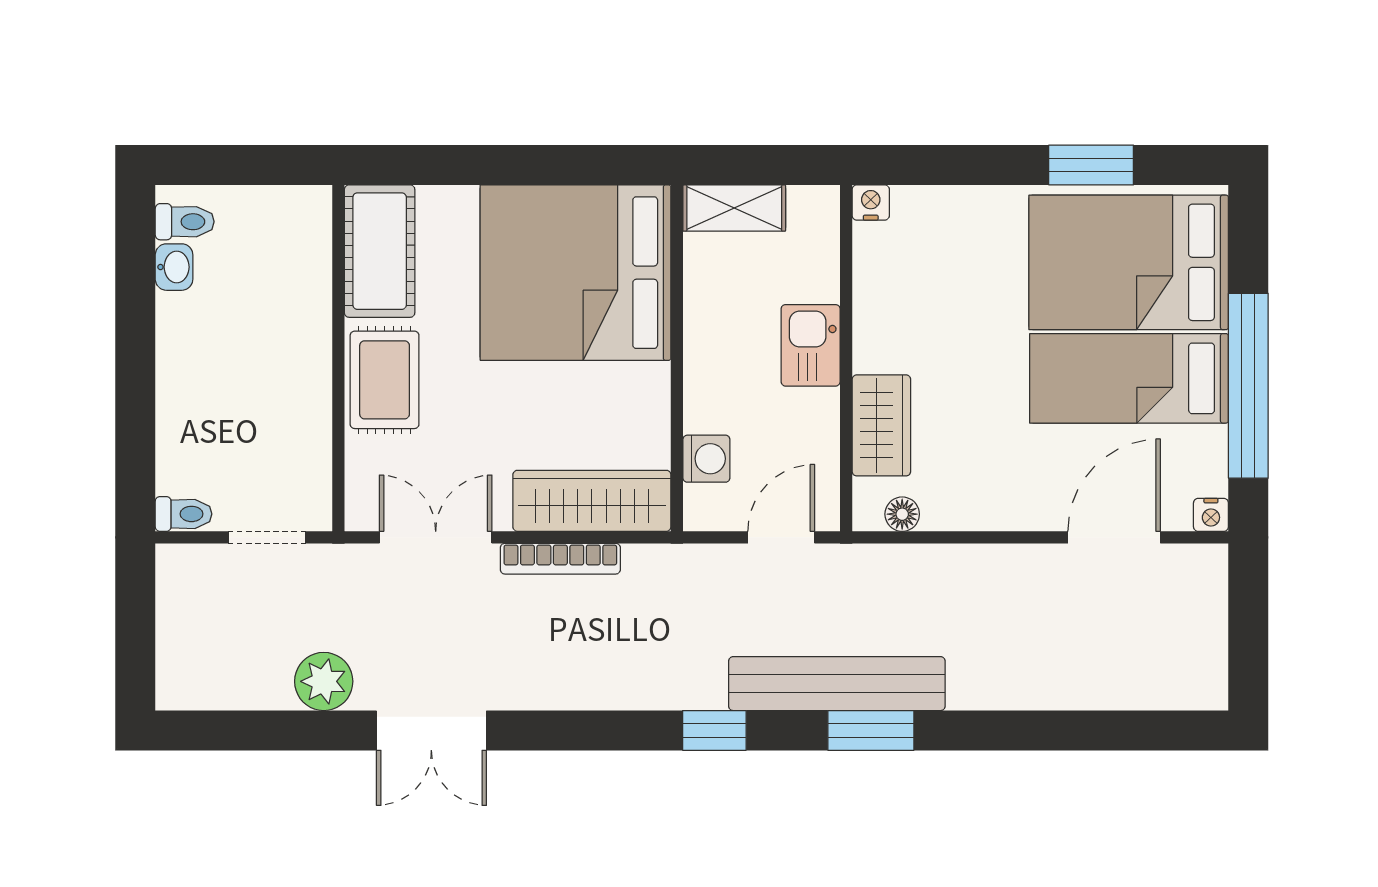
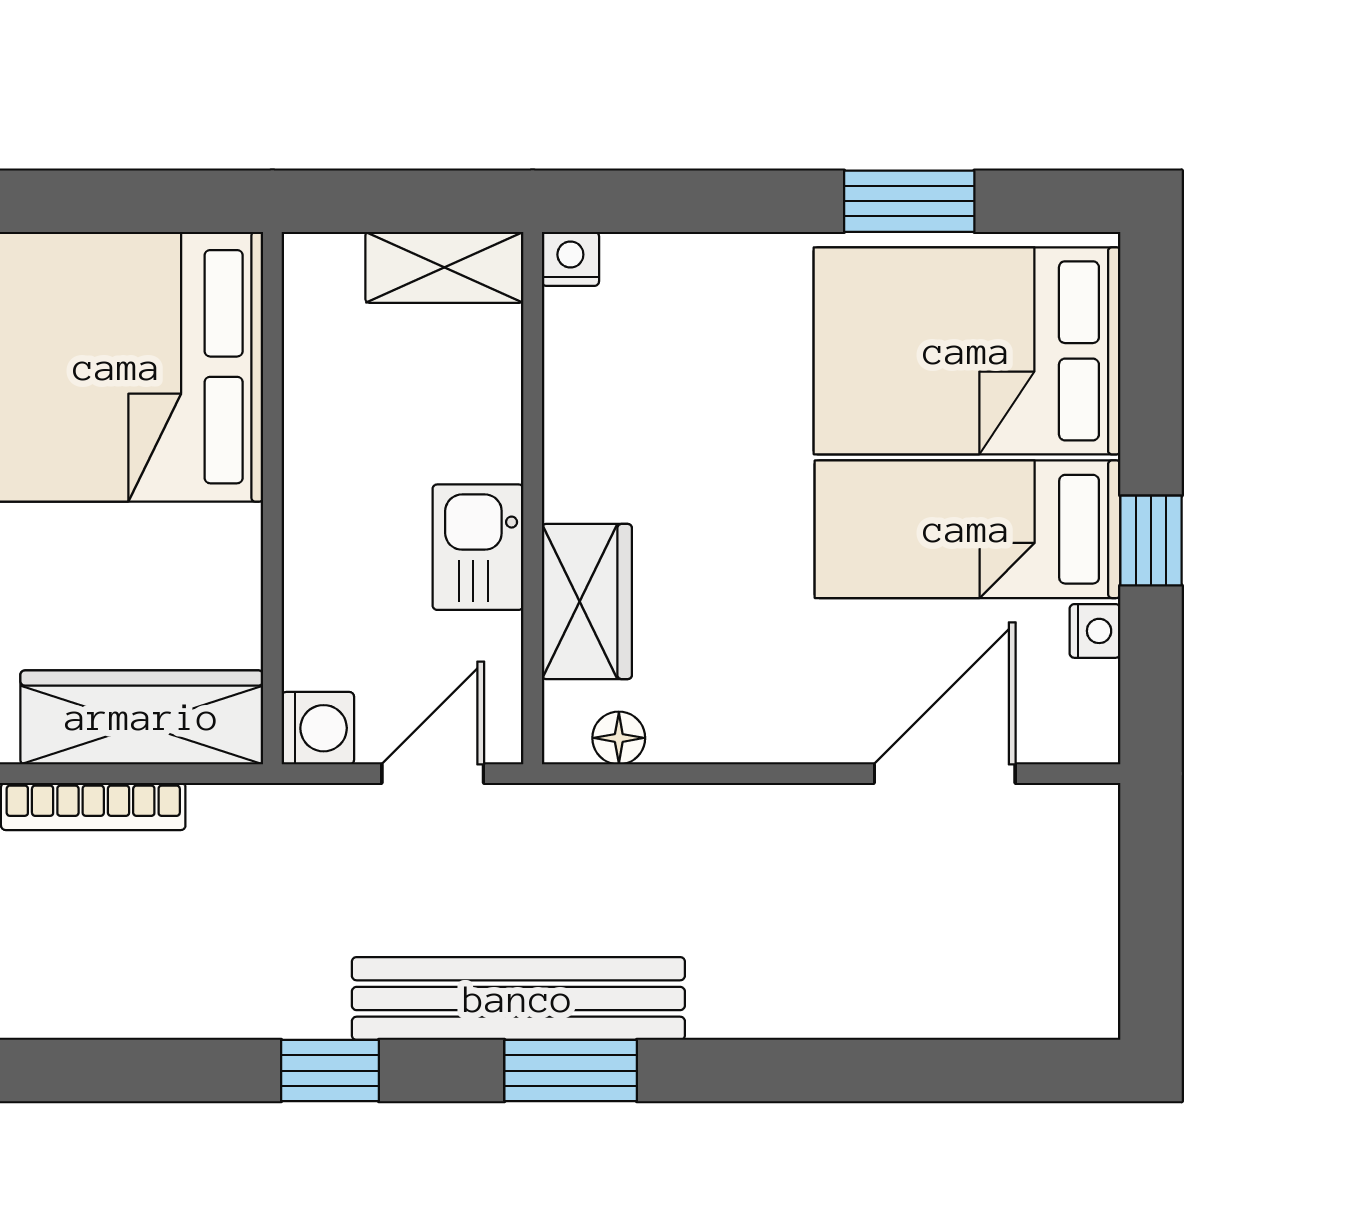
shelving: (734, 208) -> (444, 267), moved
kitchen sink: (811, 345) -> (478, 547), moved
window: (1248, 386) -> (1151, 541), width x0.32
washing machine: (706, 459) -> (318, 728), moved
nightstand: (1211, 515) -> (1095, 631), moved, turned -90

